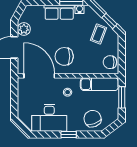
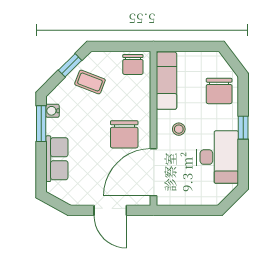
row of seats: (59, 12) -> (57, 159), moved
plant: (24, 29) -> (82, 196), removed
window: (122, 97) -> (187, 46), removed
chair: (93, 119) -> (219, 91), turned -70

